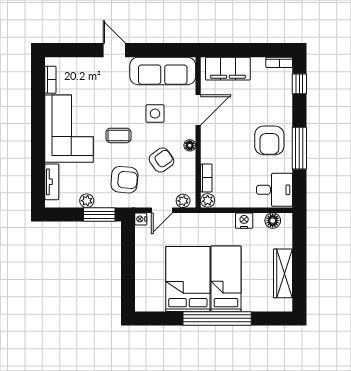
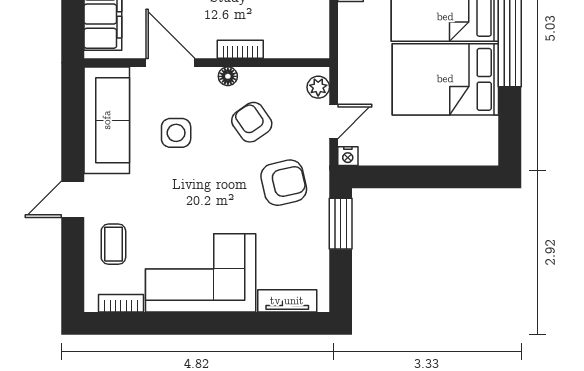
coffee table: (118, 135) -> (113, 244), moved
bookcase: (206, 178) -> (240, 49), moved
armchair: (124, 180) -> (284, 183), turned 72
plant: (208, 200) -> (317, 47), removed
plant: (87, 201) -> (318, 244), removed
door: (162, 210) -> (334, 121), hinge flipped

